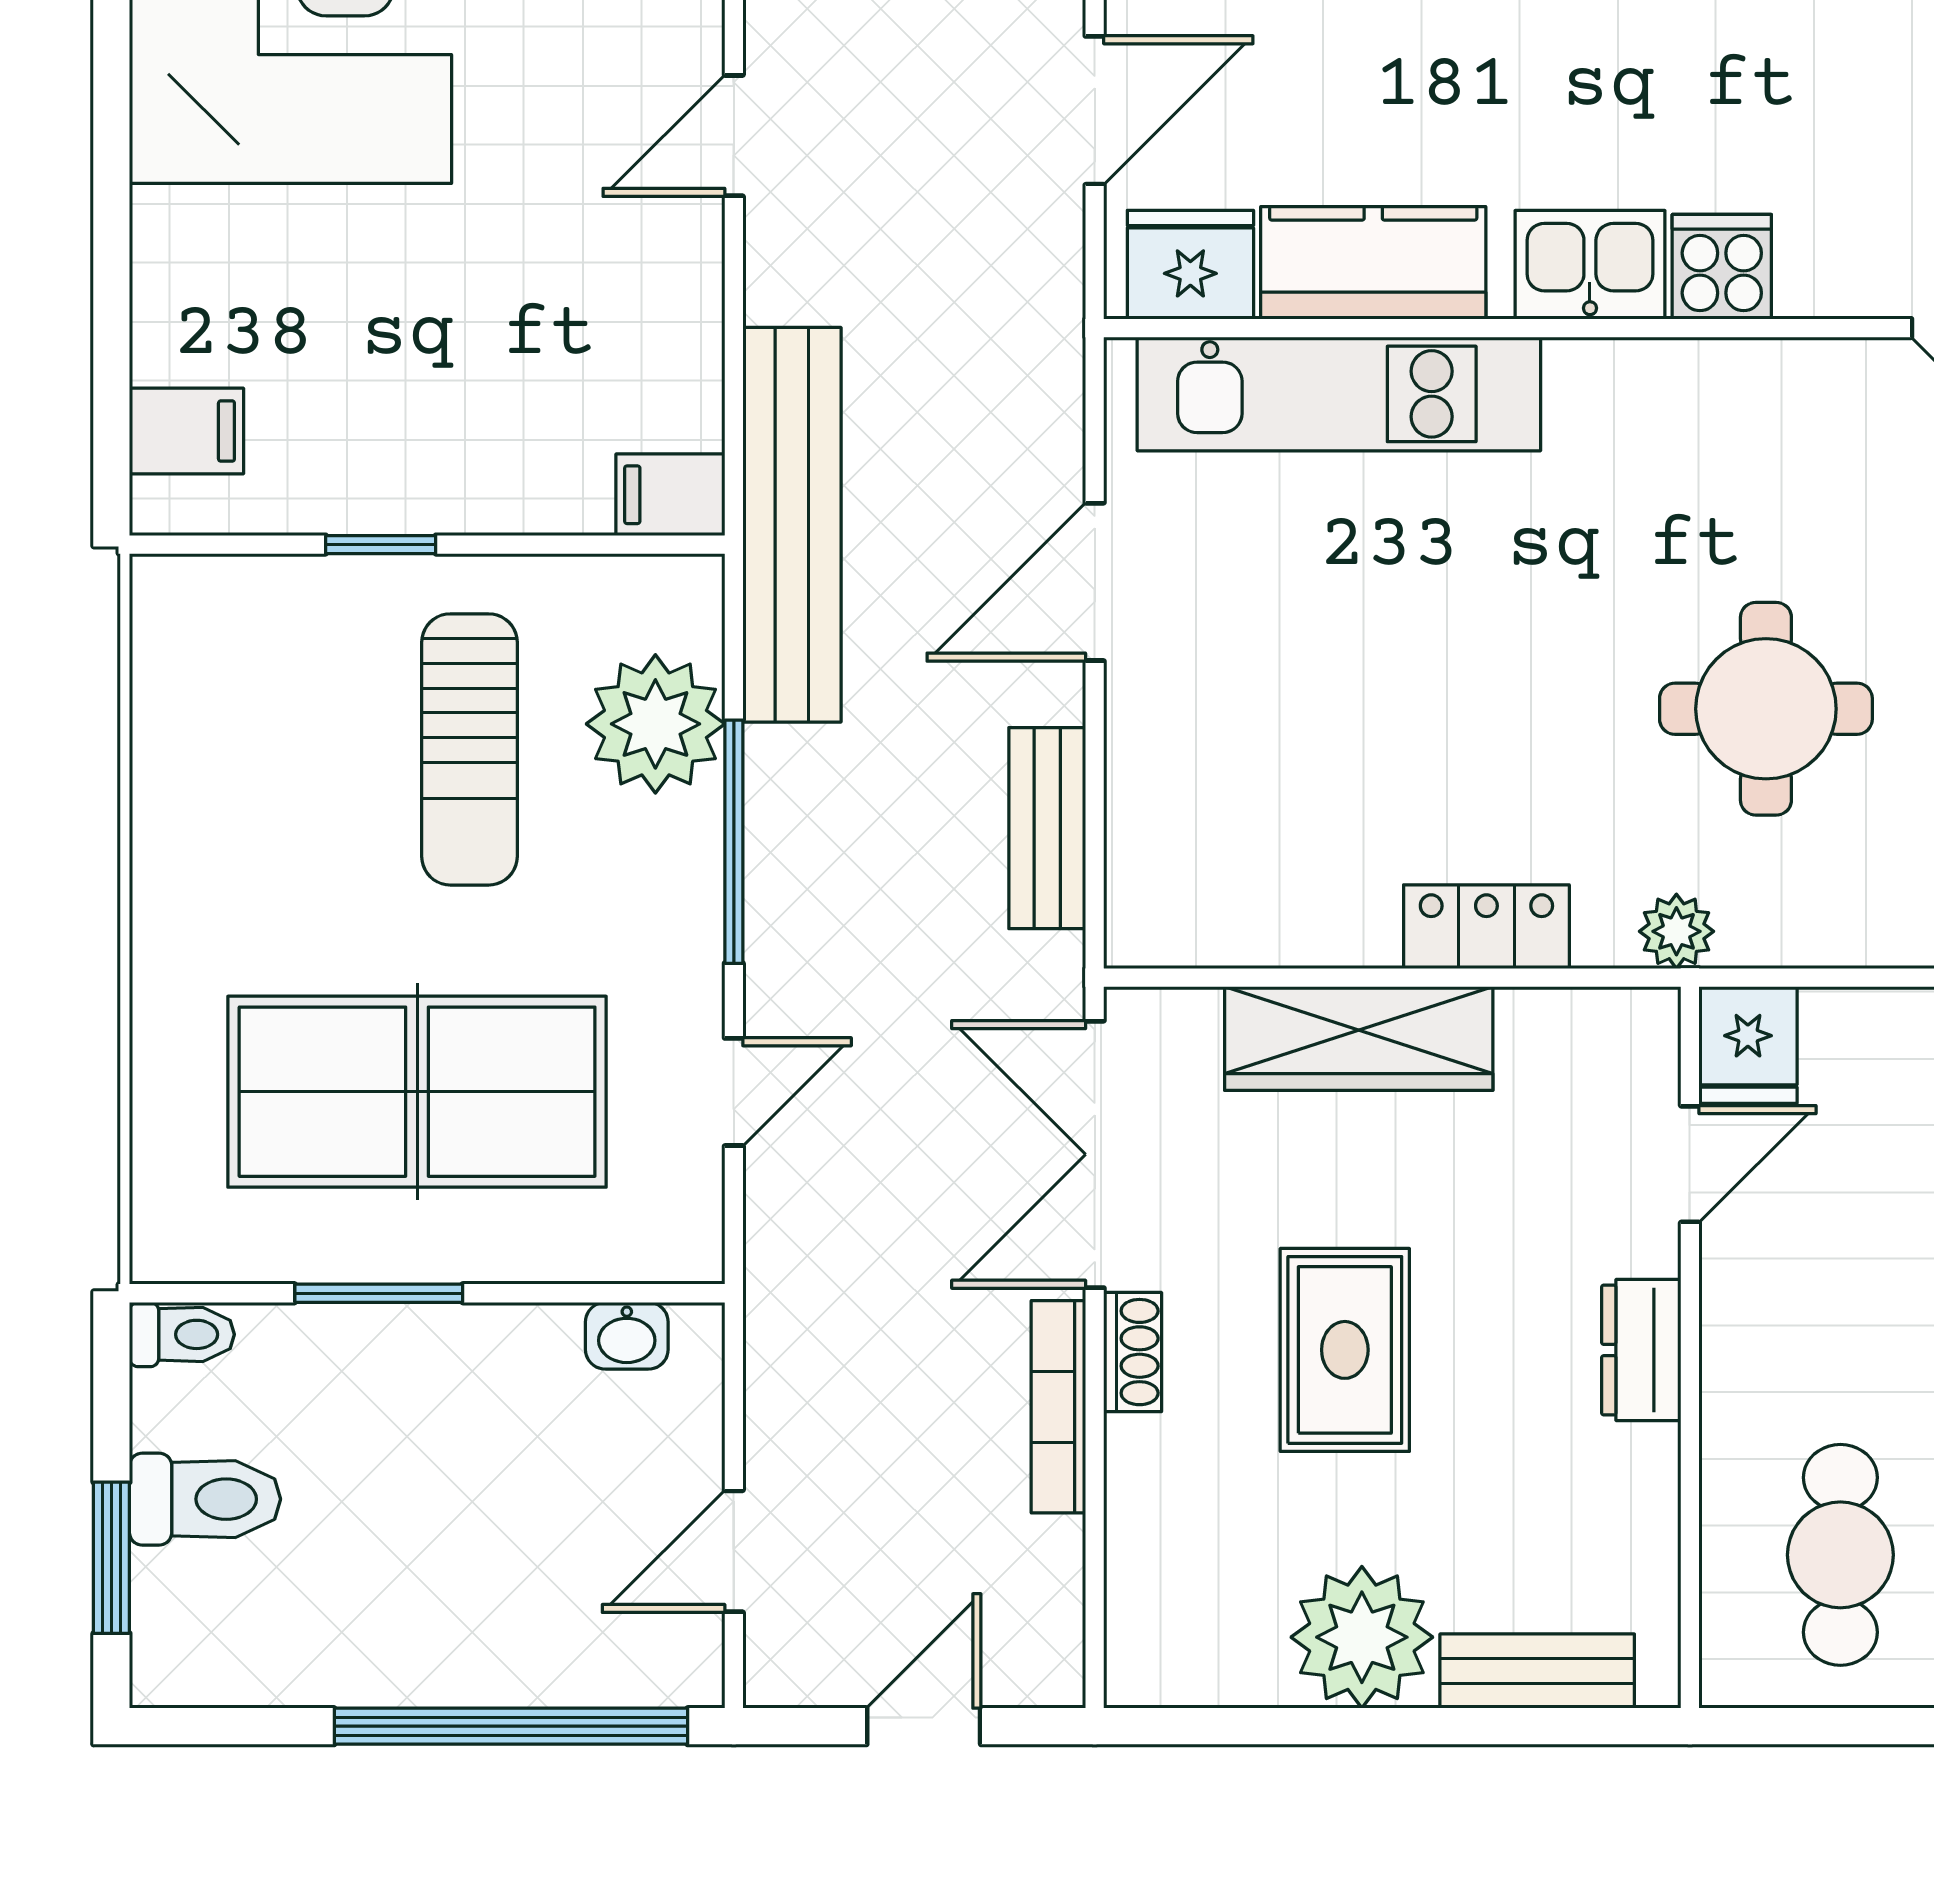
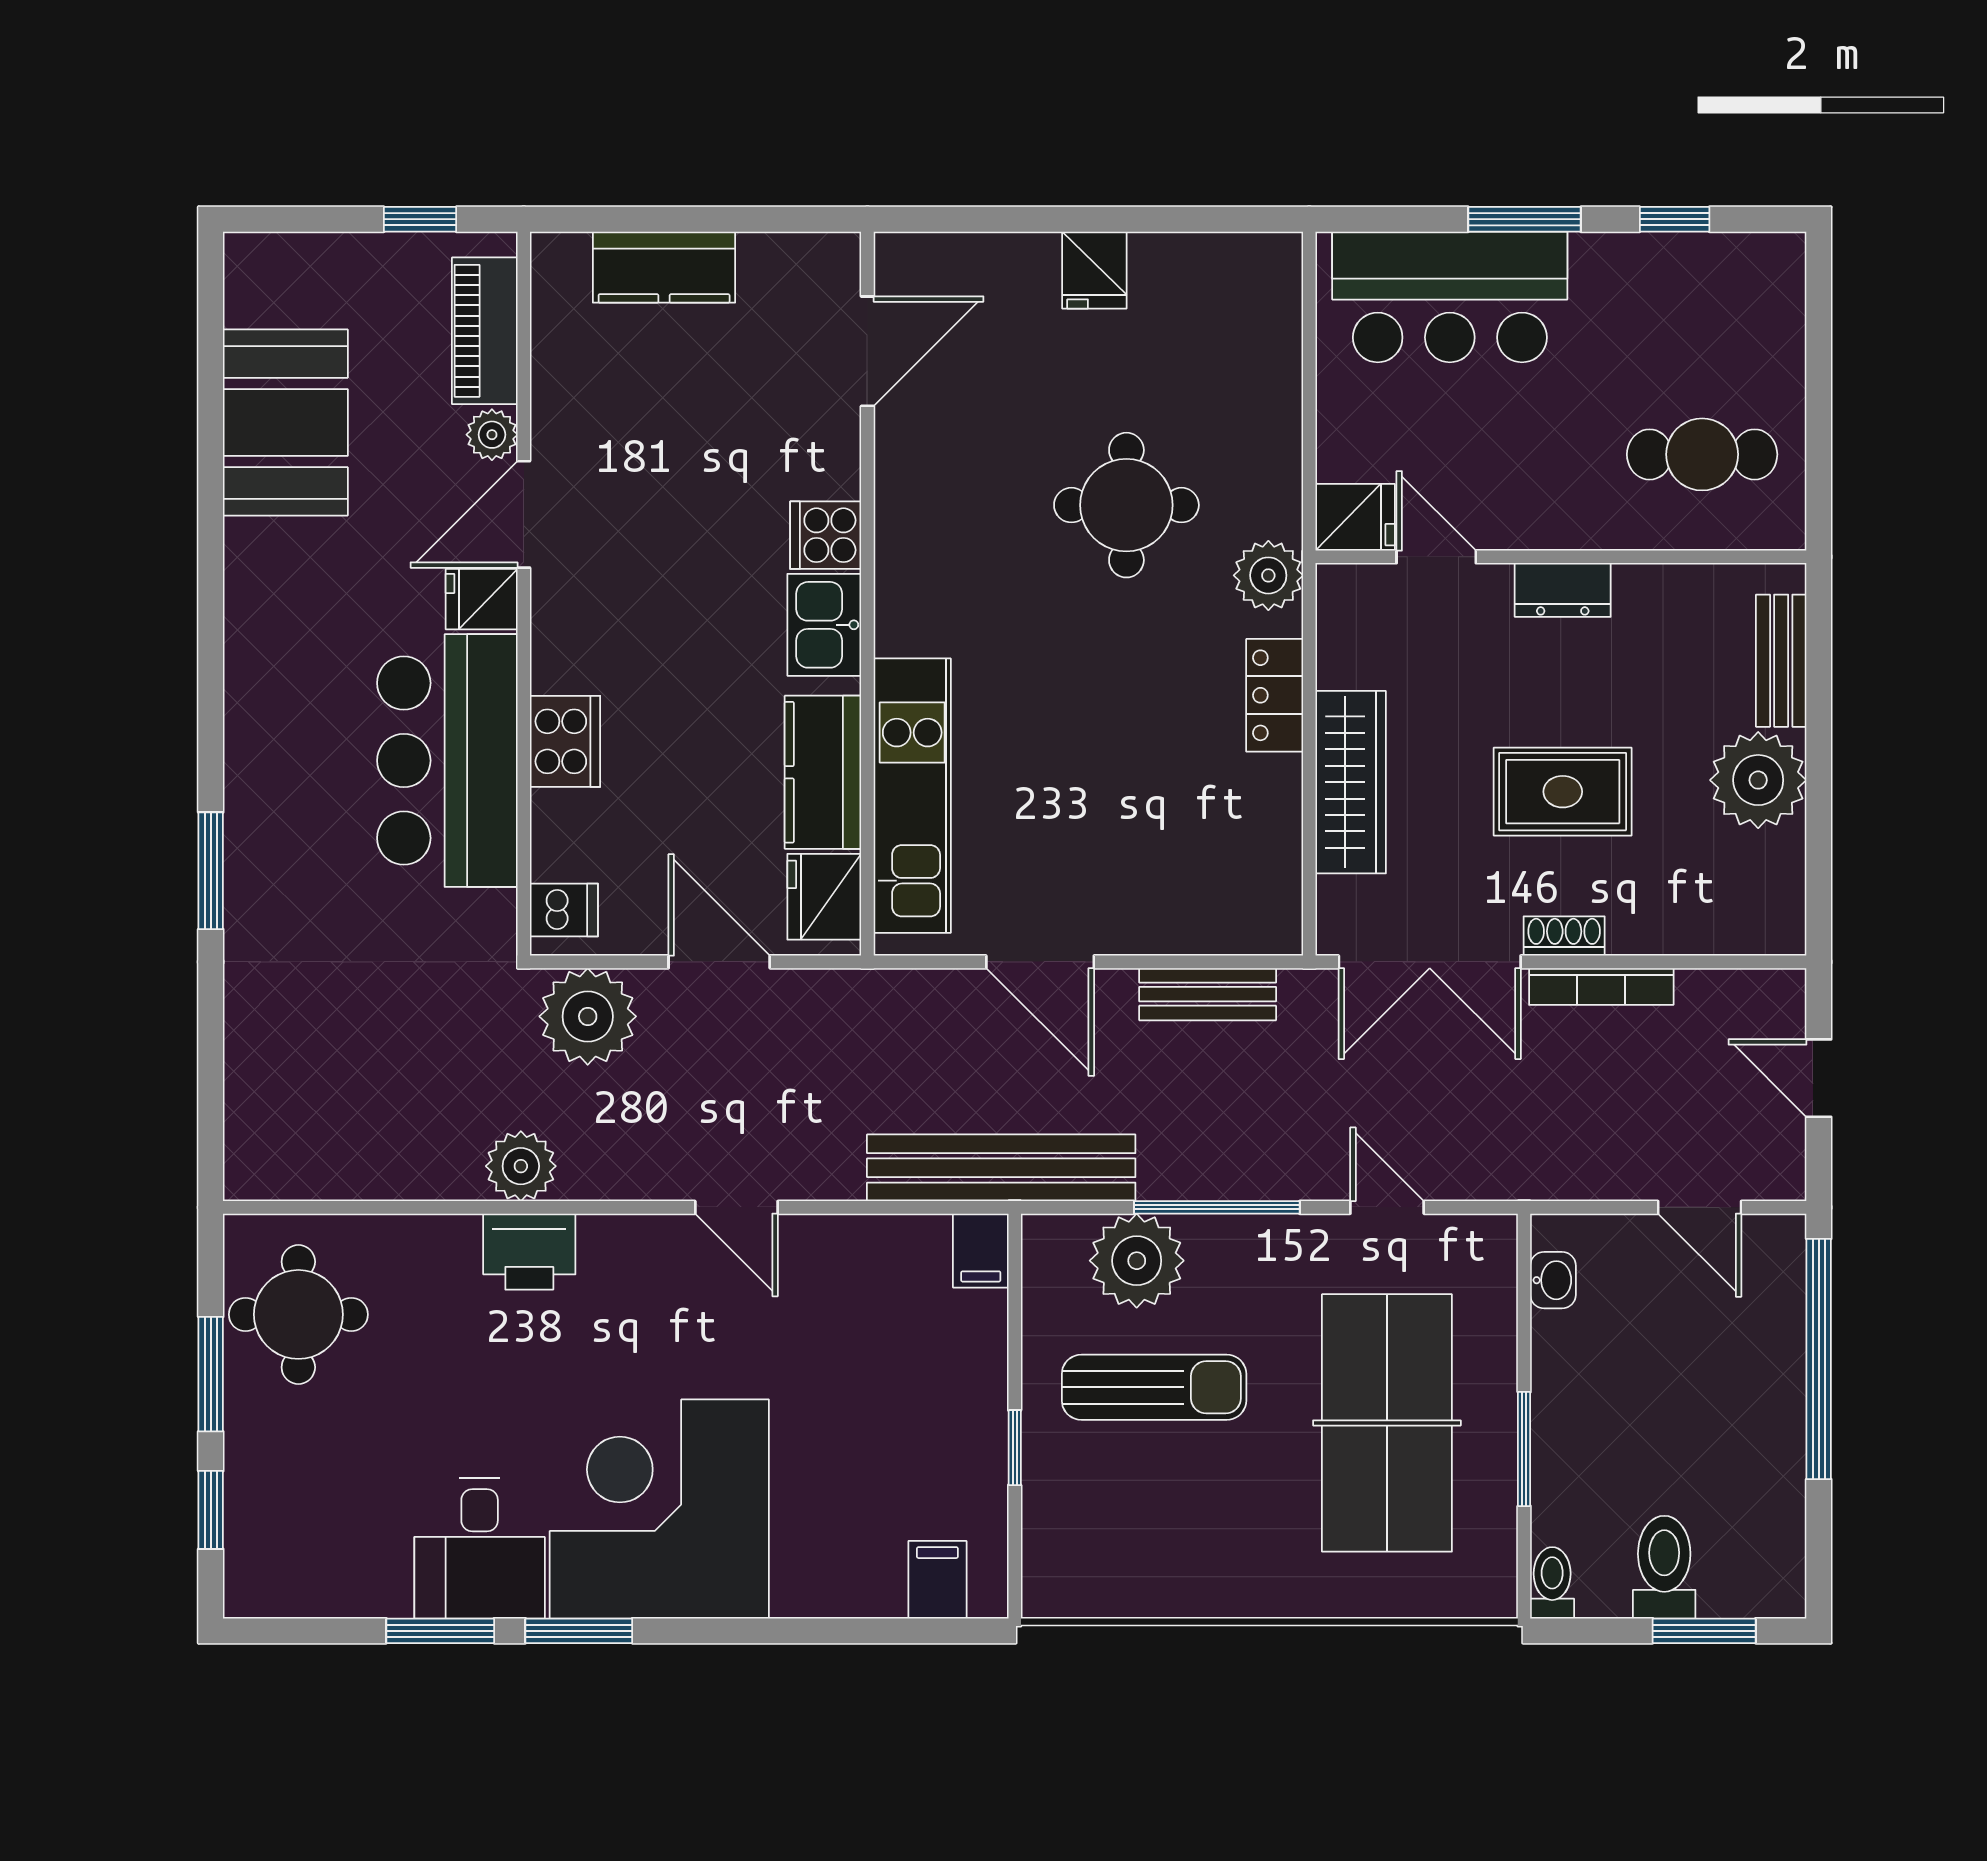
plant: (1676, 931) -> (1268, 575), width x1.38, depth x1.38

